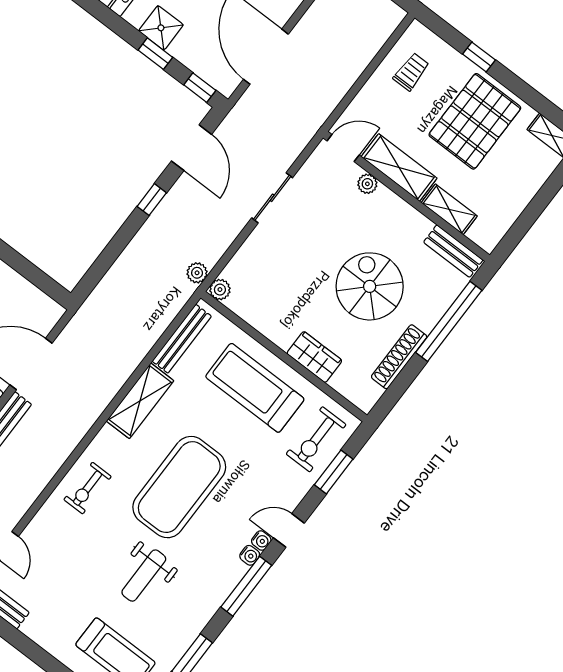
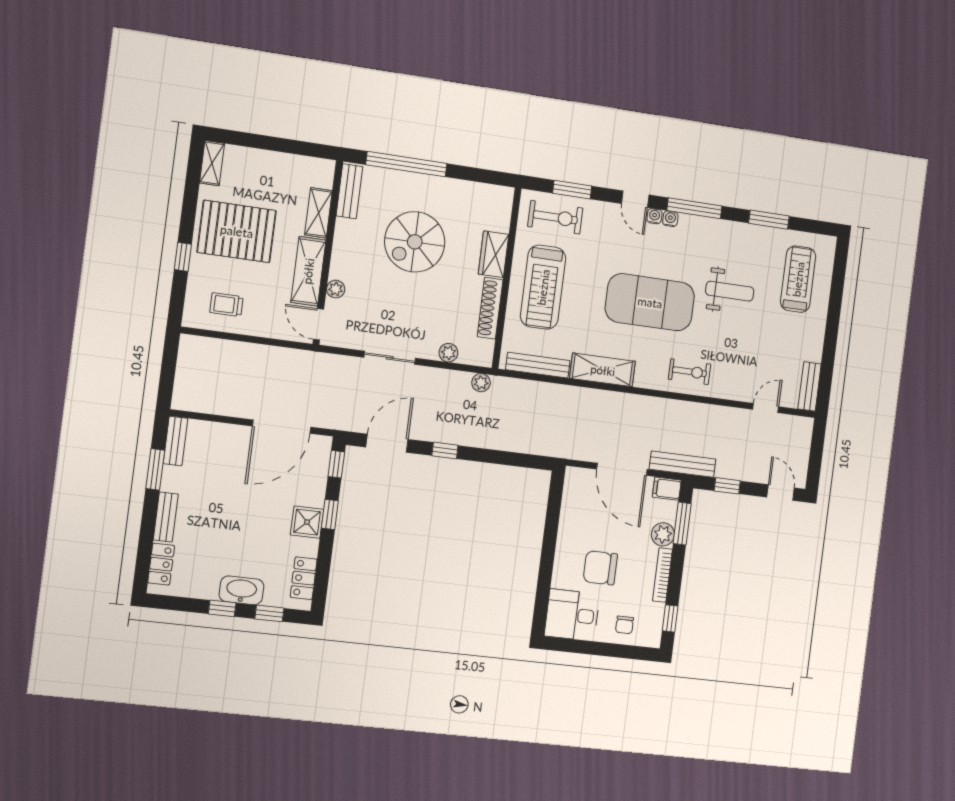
plant: (220, 290) -> (448, 353), moved
shoe rack: (399, 357) -> (490, 308), moved, turned 90

